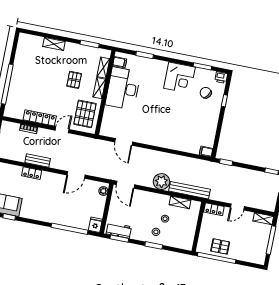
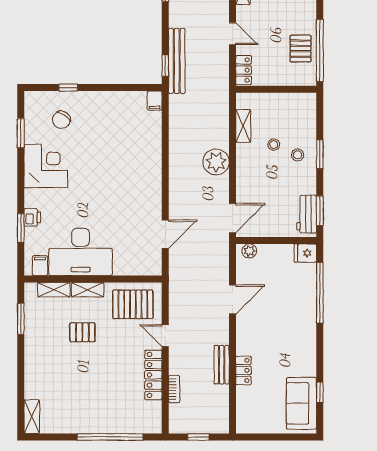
shelving: (54, 44) -> (32, 417), moved
printer: (221, 77) -> (32, 217), moved
door: (76, 175) -> (232, 299), hinge flipped
bench: (189, 190) -> (177, 61), moved

